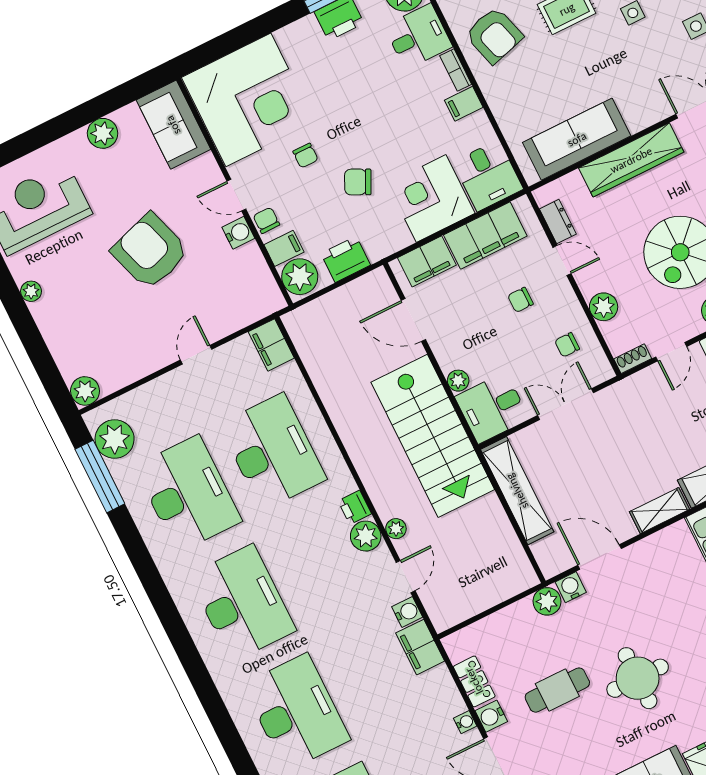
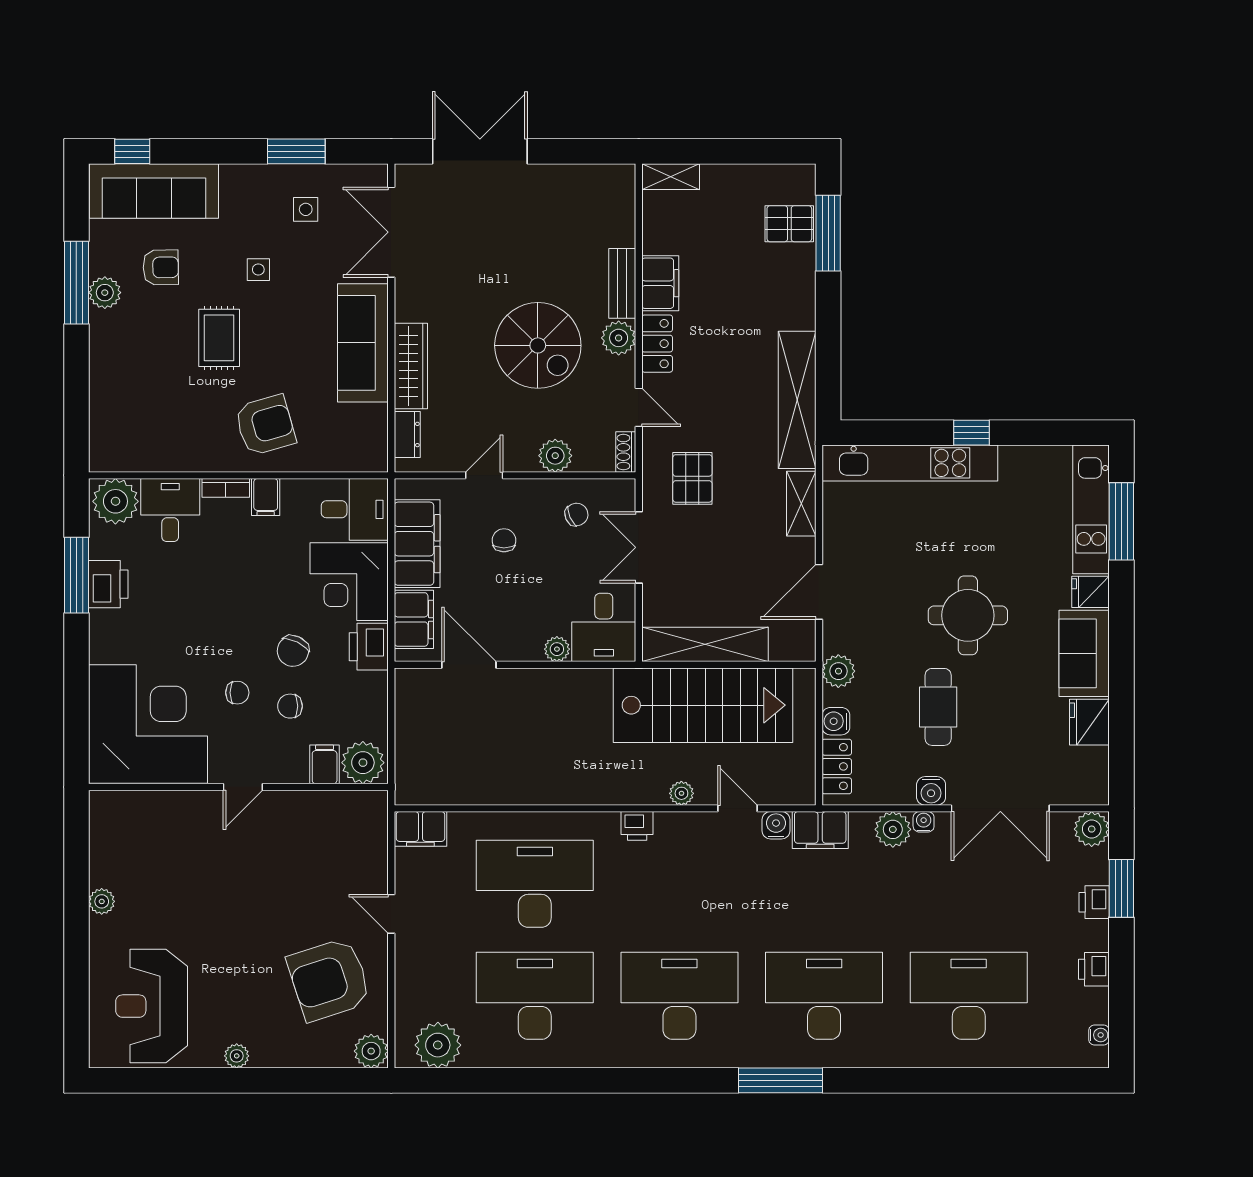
armchair: (494, 35) -> (265, 425), moved
sofa: (173, 125) -> (135, 817), removed
plant: (103, 133) -> (102, 901), width x0.73, depth x0.73
sofa: (577, 139) -> (363, 343), moved
wardrobe: (631, 160) -> (411, 366), width x0.71, depth x0.85
chair: (266, 220) -> (290, 706), moved
dresser: (558, 222) -> (407, 434), moved, turned 90
water cooler: (238, 233) -> (284, 805), removed
armchair: (150, 251) -> (329, 979), moved
printer: (346, 259) -> (369, 647), moved
chair: (520, 300) -> (504, 540), turned 180
door: (413, 320) -> (469, 665), swing flipped
chair: (567, 345) -> (576, 514), turned -114
pallet: (638, 419) -> (692, 478), added
stairs: (433, 436) -> (703, 705), moved
window: (100, 476) -> (780, 1080), moved
plant: (366, 536) -> (893, 829), moved
water cooler: (571, 587) -> (836, 721), moved
locker: (474, 681) -> (837, 766), moved, turned 90

